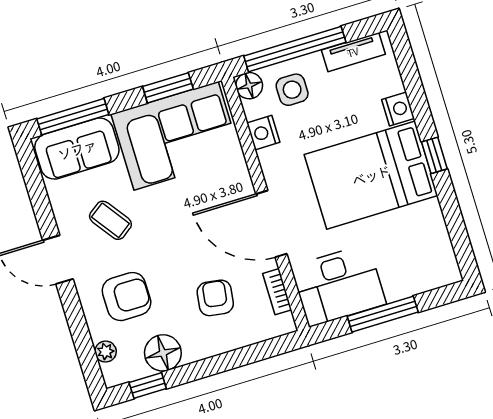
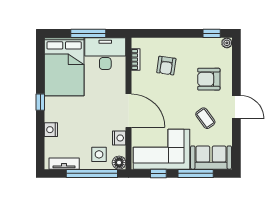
window: (168, 88) -> (158, 173), width x0.67
window: (73, 117) -> (196, 173), moved
bed: (371, 175) -> (64, 67), moved, turned 90
door: (271, 224) -> (129, 111), moved
plant: (106, 352) -> (227, 43), moved
floor lamp: (163, 353) -> (200, 47), removed

